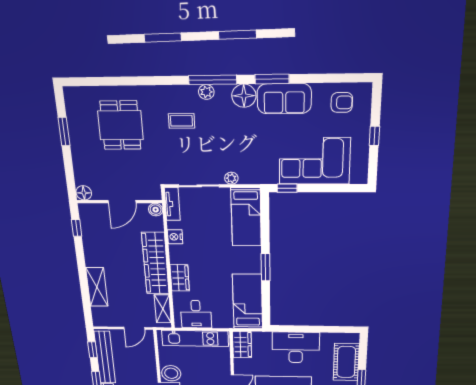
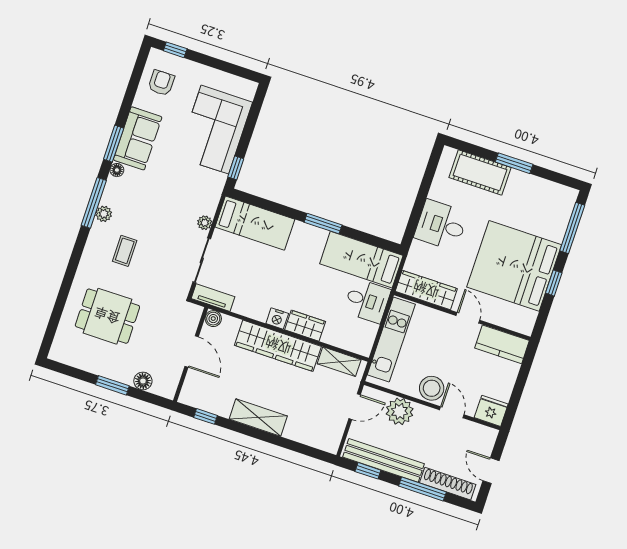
floor lamp: (244, 96) -> (117, 170), width x0.53, depth x0.53
window: (64, 132) -> (112, 385), moved
window: (374, 136) -> (175, 50), moved
floor lamp: (84, 193) -> (143, 381), moved
nightstand: (175, 237) -> (277, 318), moved
shelving: (97, 287) -> (258, 418), moved
desk: (196, 314) -> (367, 301), moved
door: (134, 328) -> (355, 407), hinge flipped
wardrobe: (242, 344) -> (426, 290), width x1.50
desk: (296, 348) -> (441, 225), width x0.73
plant: (145, 358) -> (400, 411), added

